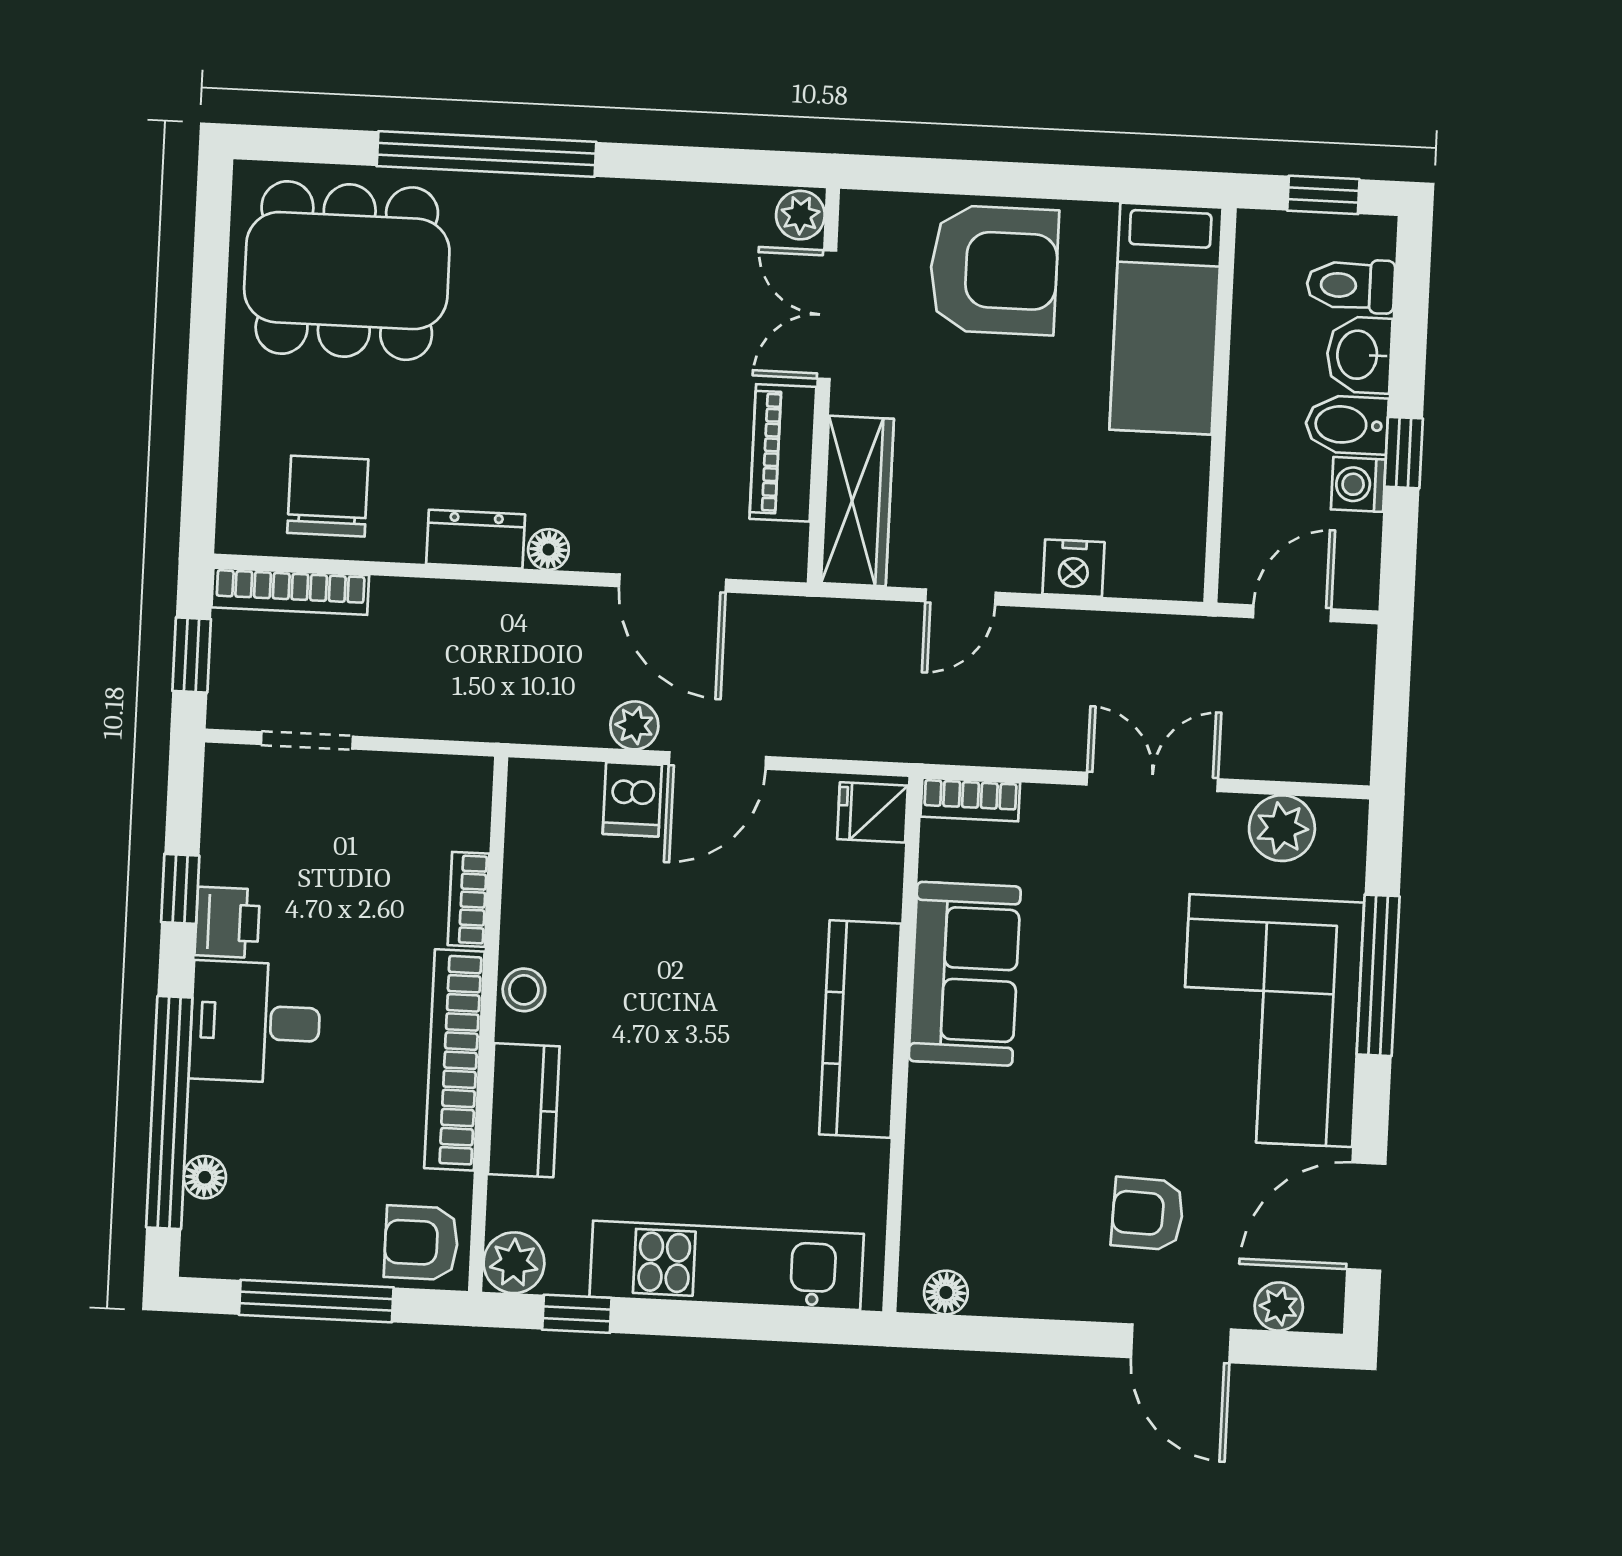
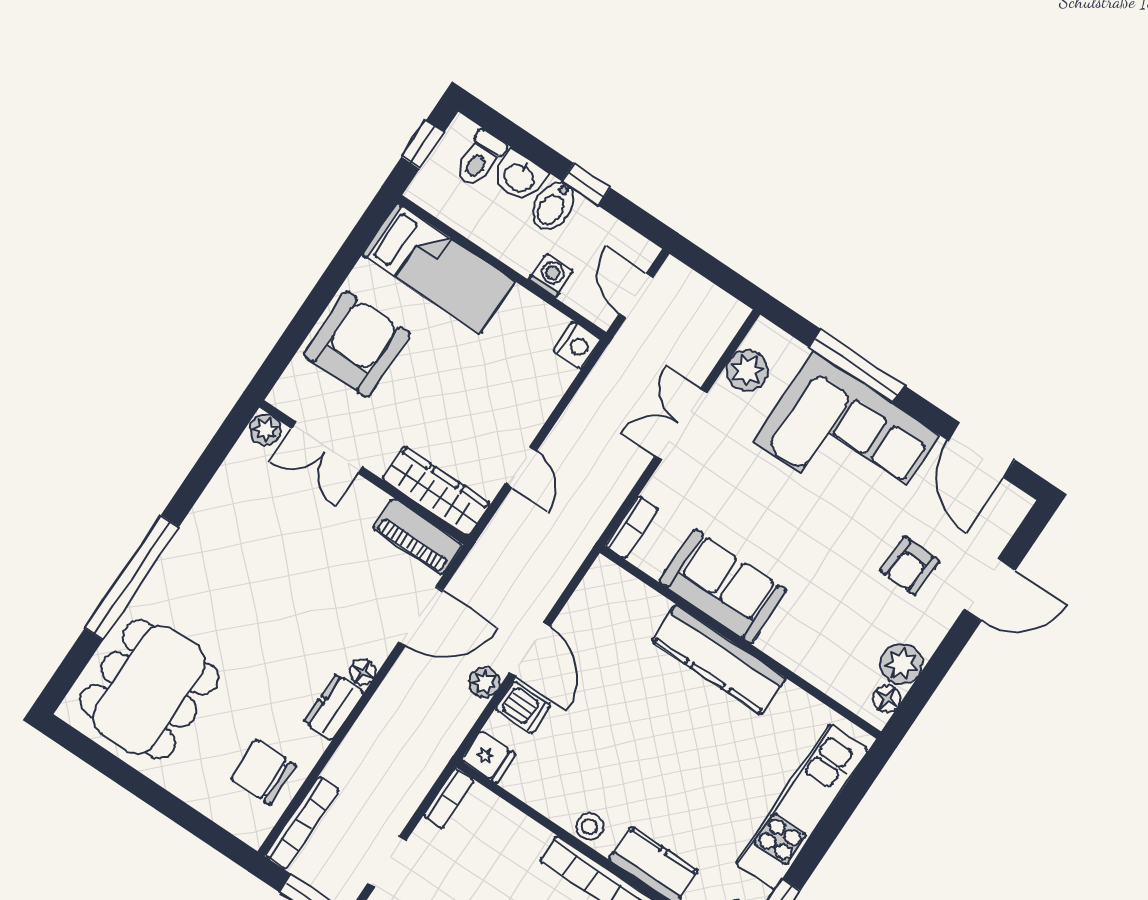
piano: (783, 453) -> (418, 536), moved
washing machine: (1358, 484) -> (551, 275), moved, turned 180
nightstand: (1074, 568) -> (577, 345), moved
fridge: (873, 812) -> (488, 757), moved, turned -90
bookcase: (469, 899) -> (449, 798), moved, turned -90
plant: (1279, 1306) -> (902, 664), moved, width x1.38, depth x1.38

